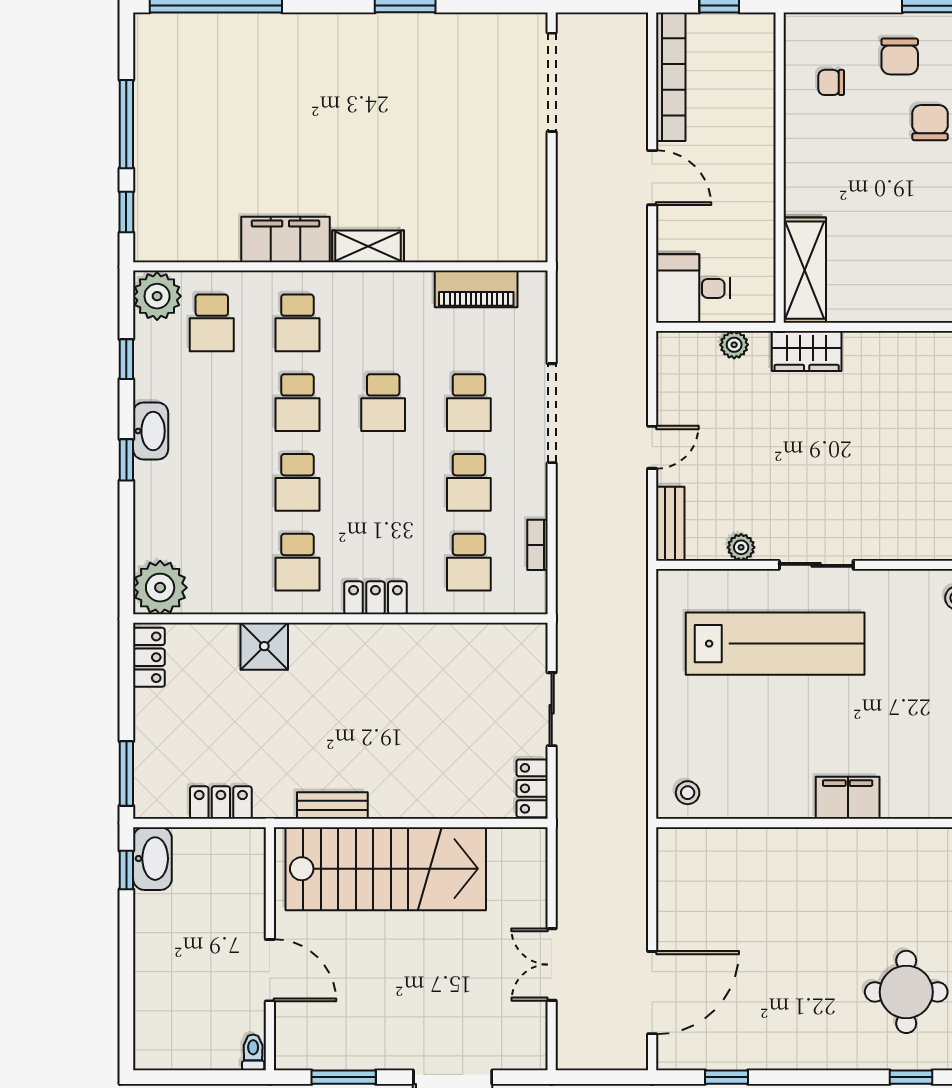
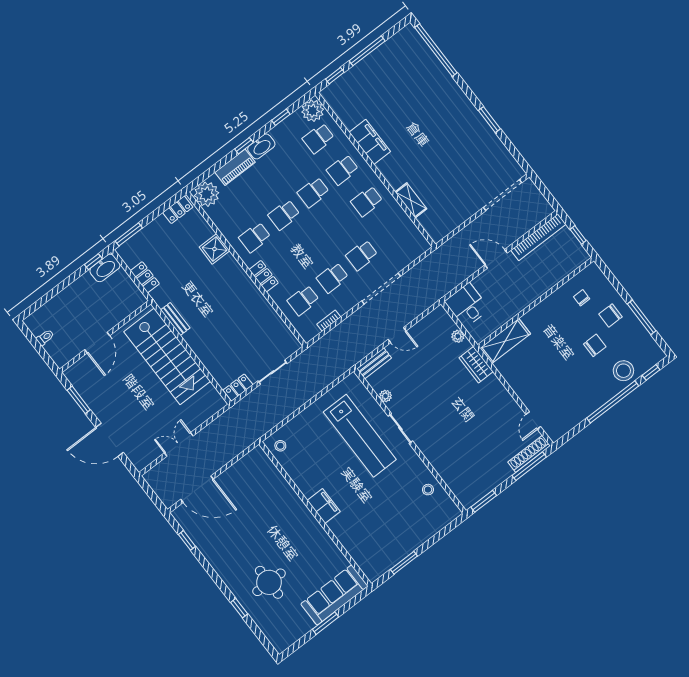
door: (652, 178) -> (496, 259), swing flipped
shelving: (368, 246) -> (411, 200), moved
piano: (476, 289) -> (235, 167), moved, turned -90
school desk: (383, 403) -> (367, 201), moved
toilet: (253, 1052) -> (45, 337), moved

